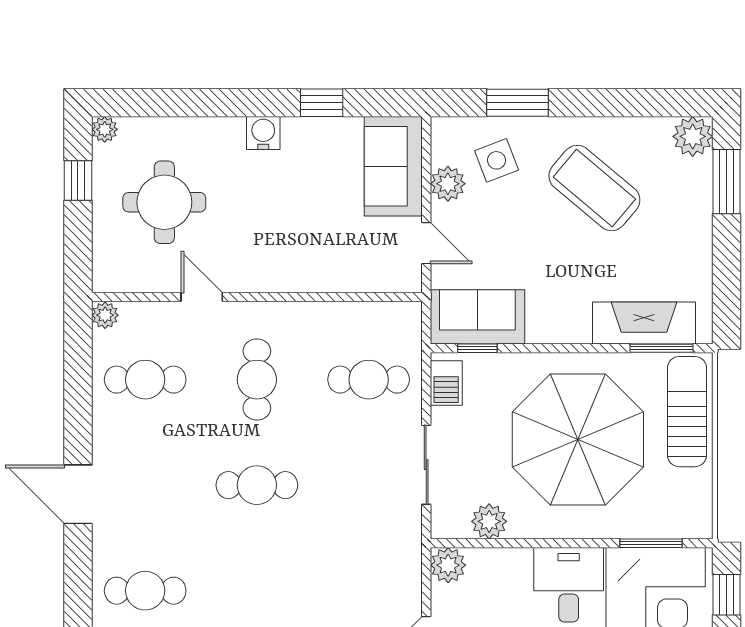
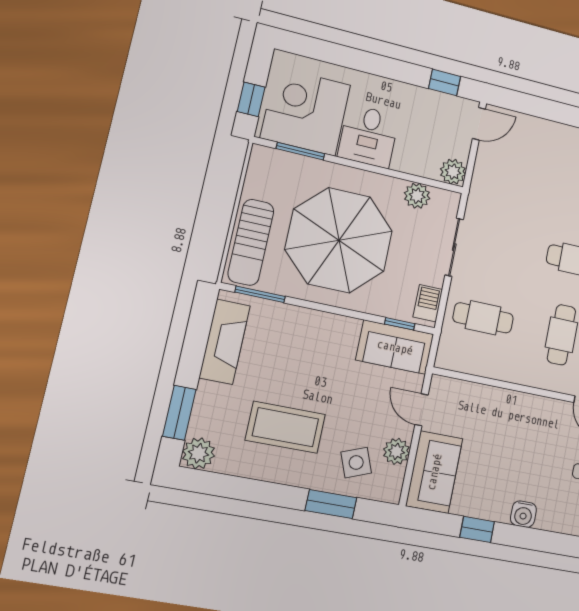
coffee table: (594, 188) -> (285, 427), turned -40
fireplace: (644, 323) -> (225, 342), moved, turned -90

